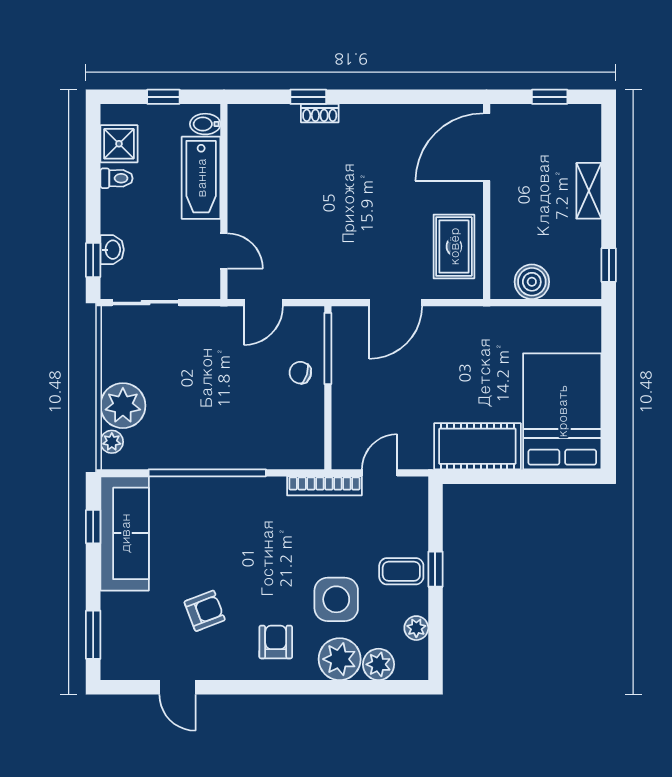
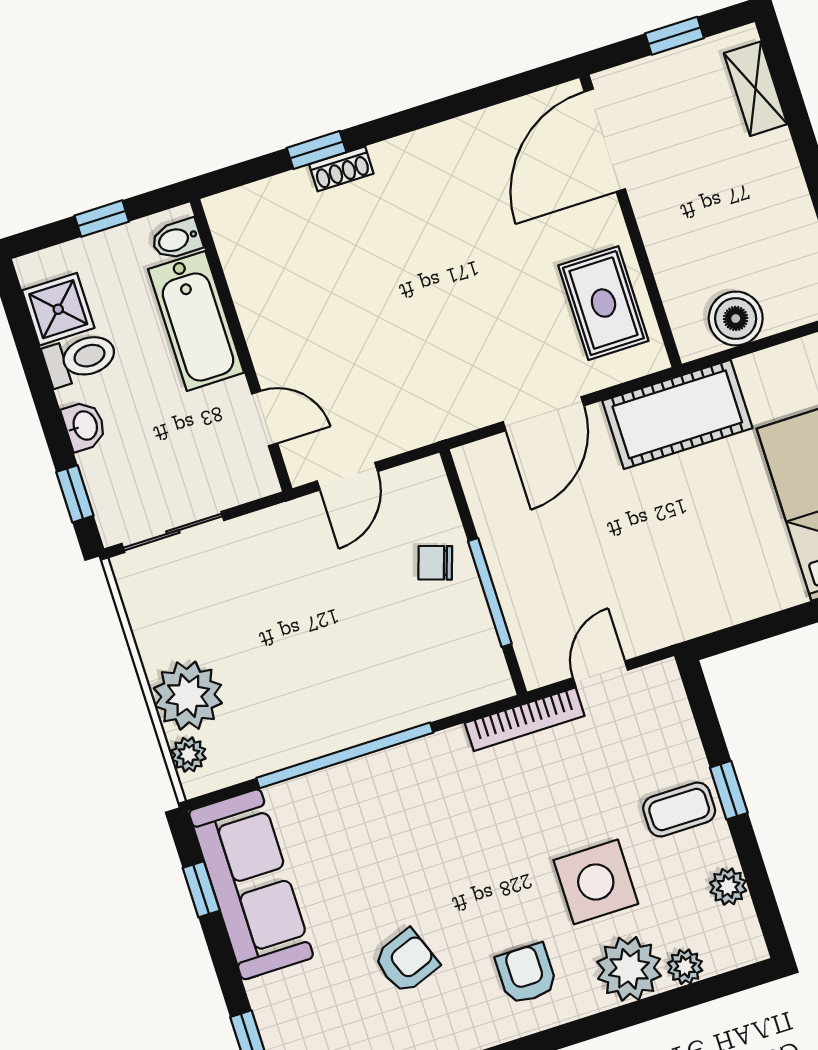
toilet: (117, 178) -> (80, 359), width x1.37, depth x1.39
shelving: (589, 191) -> (755, 89), moved
washbasin: (112, 250) -> (84, 426), moved
window: (328, 348) -> (490, 593), moved
cot: (477, 446) -> (677, 414), moved
plant: (379, 664) -> (685, 967), width x0.73, depth x0.73

